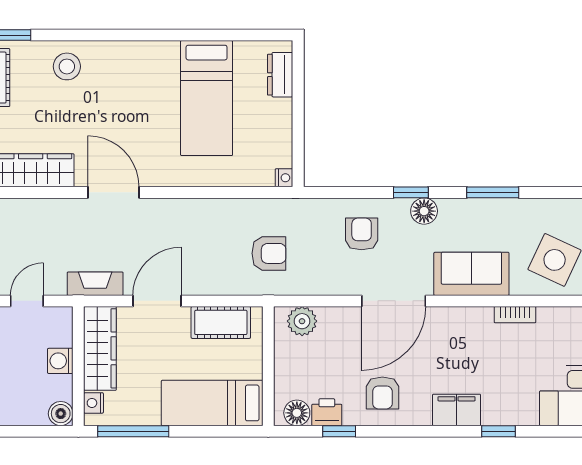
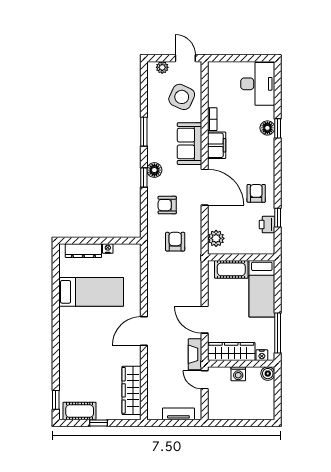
stool: (67, 66) -> (73, 370), removed
dresser: (280, 75) -> (83, 251), width x1.44
nightstand: (284, 178) -> (108, 249), moved
door: (114, 192) -> (144, 331), moved
armchair: (269, 253) -> (175, 242), moved
door: (27, 301) -> (205, 380), moved
cot: (221, 322) -> (231, 269), moved, turned 90
armchair: (382, 393) -> (256, 193), turned -90
filing cabinet: (457, 410) -> (217, 145), moved, turned 180
floor lamp: (297, 413) -> (267, 128), moved

